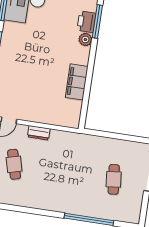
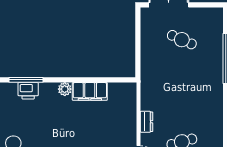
plant: (85, 39) -> (65, 89), moved
cafe table: (114, 179) -> (182, 40), turned 30

